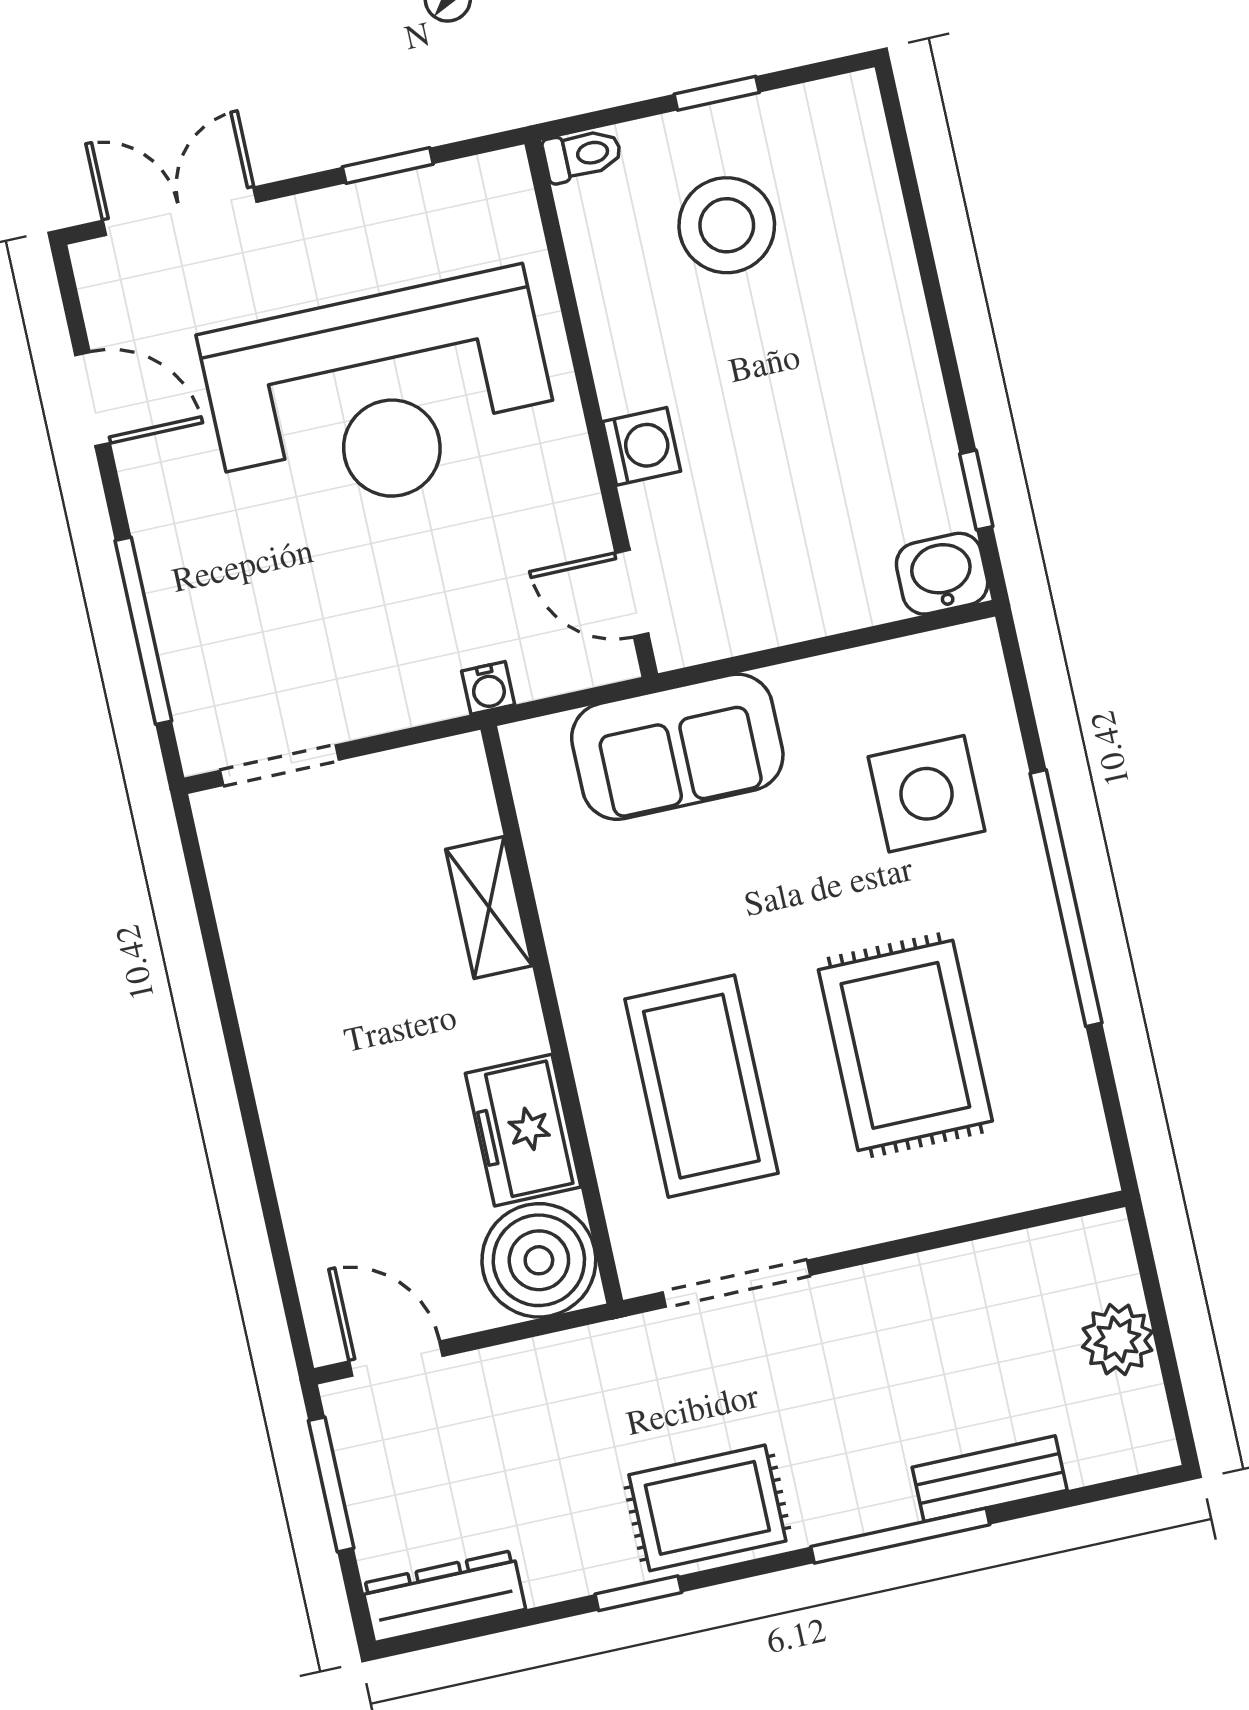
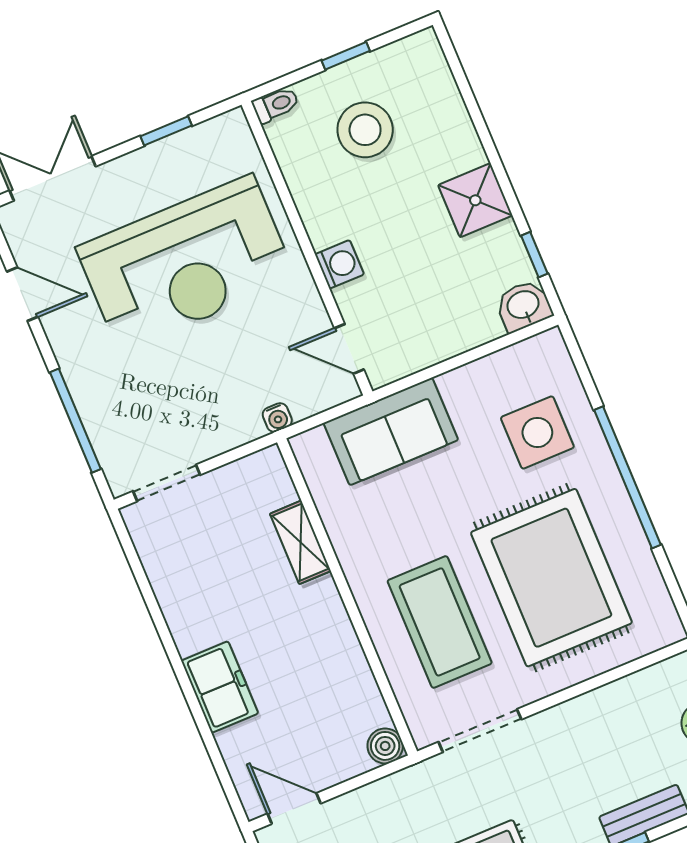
shower: (893, 379) -> (475, 200), added
rug: (905, 1045) -> (551, 578), width x1.37, depth x1.44
freezer: (523, 1130) -> (220, 687), moved, turned 180
boiler: (539, 1260) -> (385, 746), width x0.54, depth x0.54

